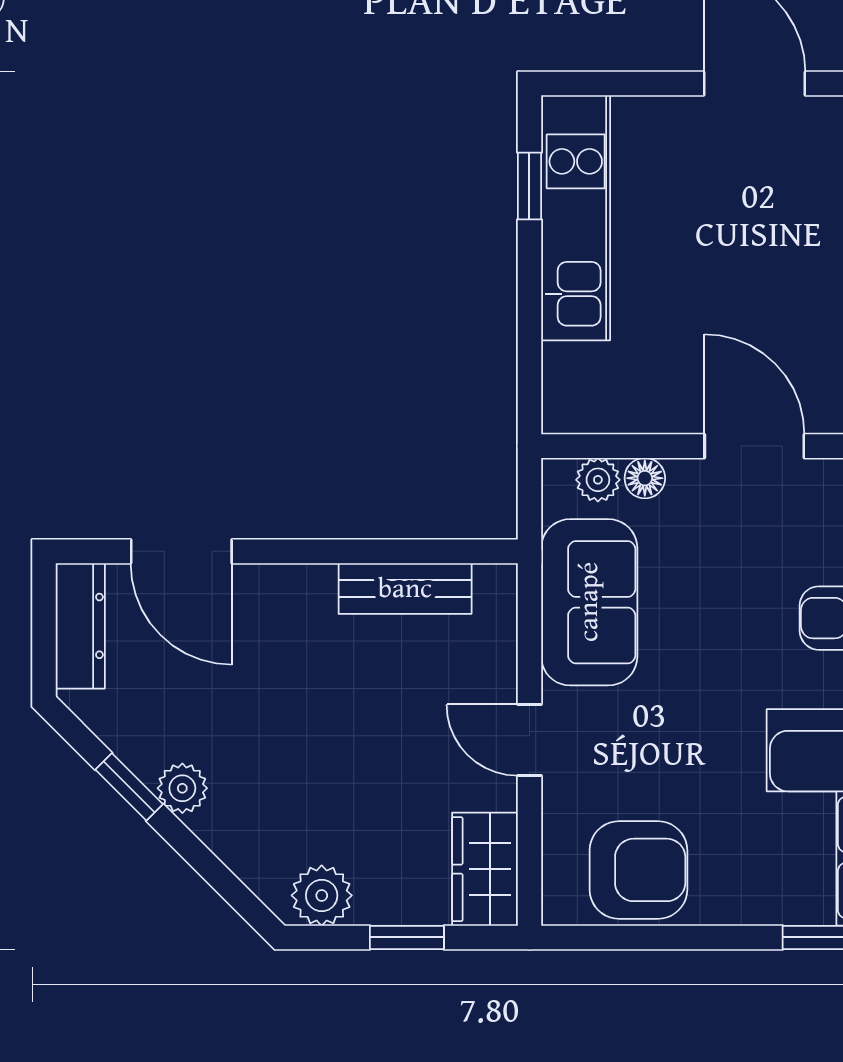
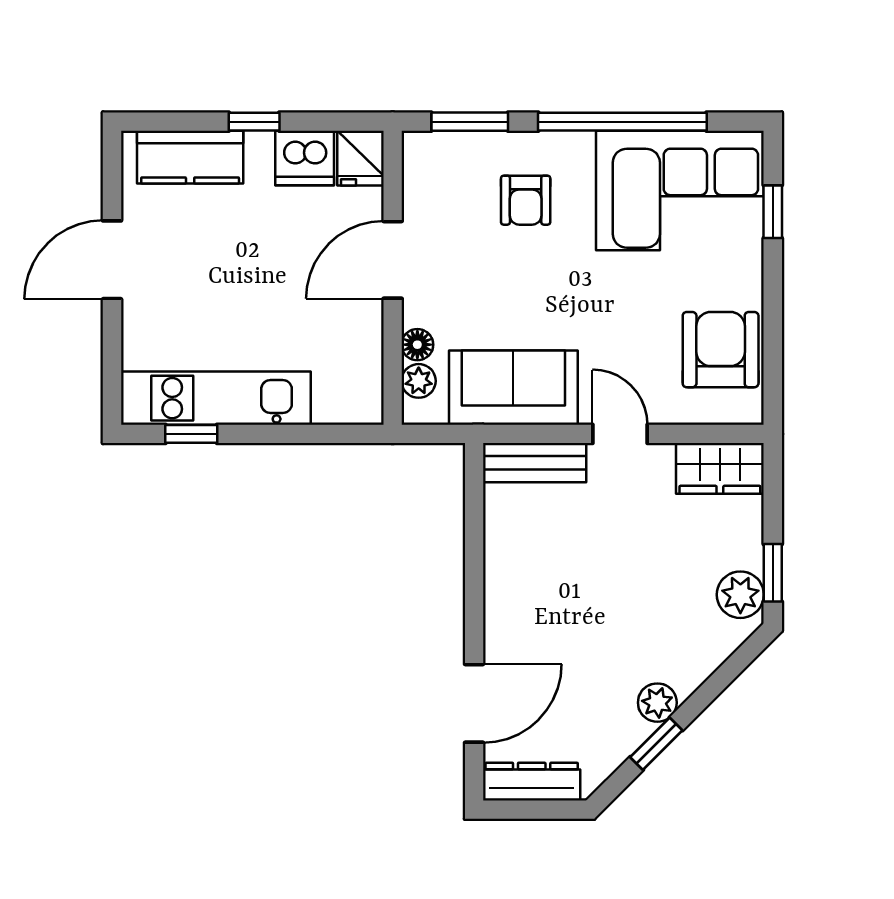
bench: (405, 589) -> (535, 463), moved, turned 90
door: (529, 740) -> (620, 434), swing flipped
window: (407, 937) -> (773, 573), moved

